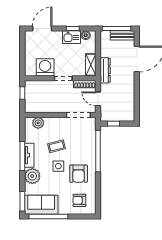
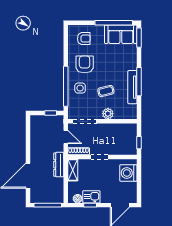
bench: (123, 35) -> (42, 199), removed
washing machine: (45, 67) -> (128, 173), moved, turned 90
plant: (38, 123) -> (108, 114), moved
tv unit: (29, 155) -> (132, 87), width x1.41
side table: (58, 166) -> (80, 88), moved
plant: (32, 176) -> (129, 62), removed

